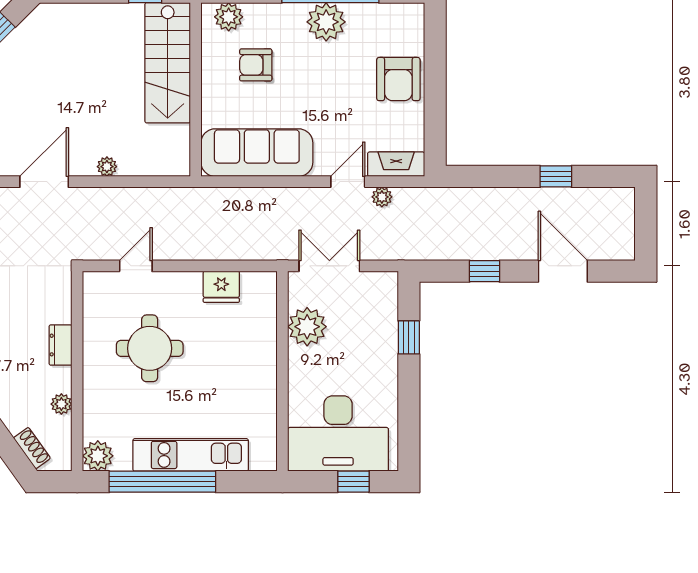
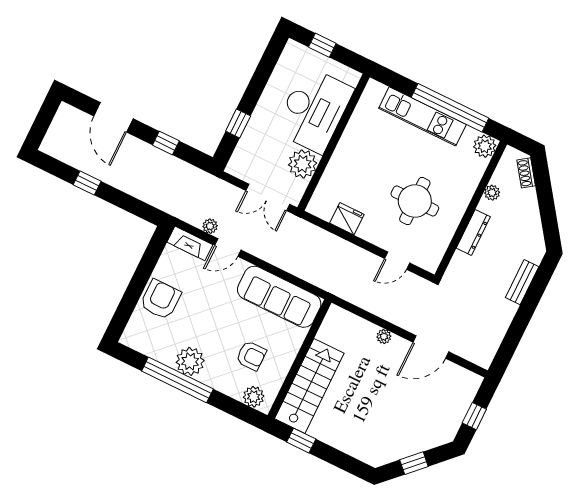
dresser: (61, 345) -> (473, 232), width x1.44
desk: (338, 434) -> (314, 110), moved, turned 90

